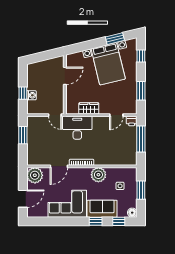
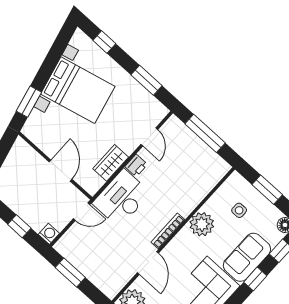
window: (115, 39) -> (29, 102), moved
door: (65, 76) -> (61, 171), moved
washing machine: (31, 95) -> (49, 234), moved
printer: (132, 121) -> (136, 166), moved

